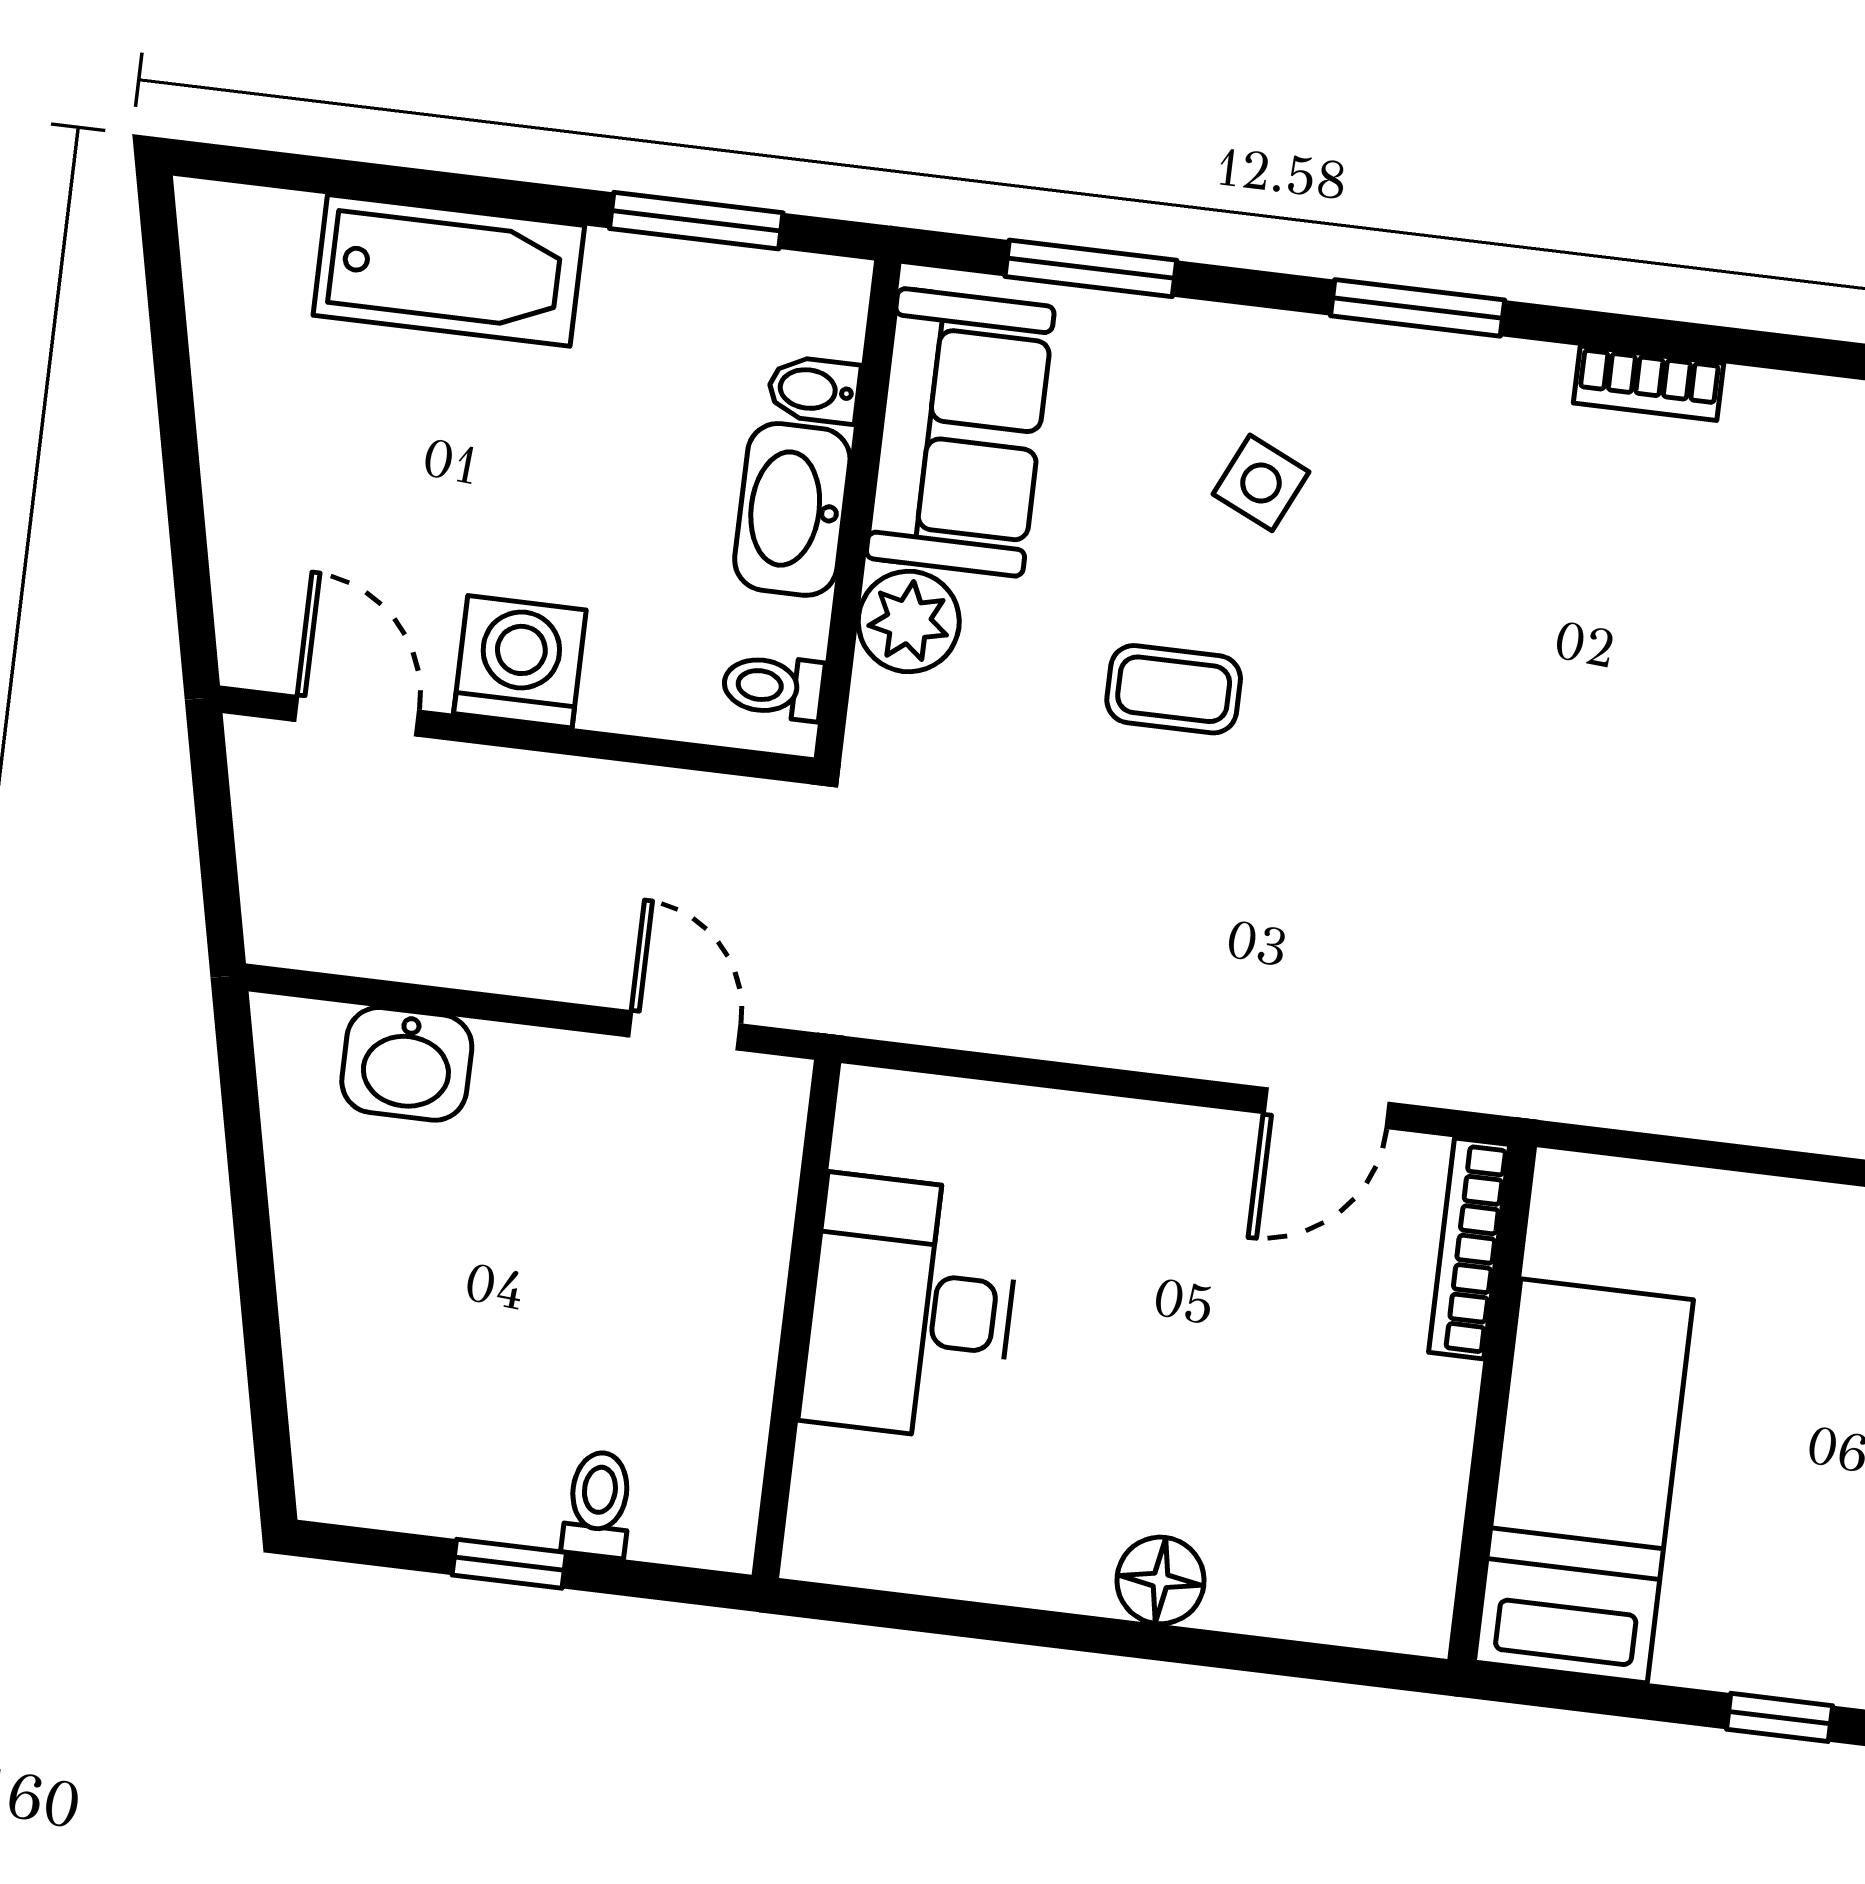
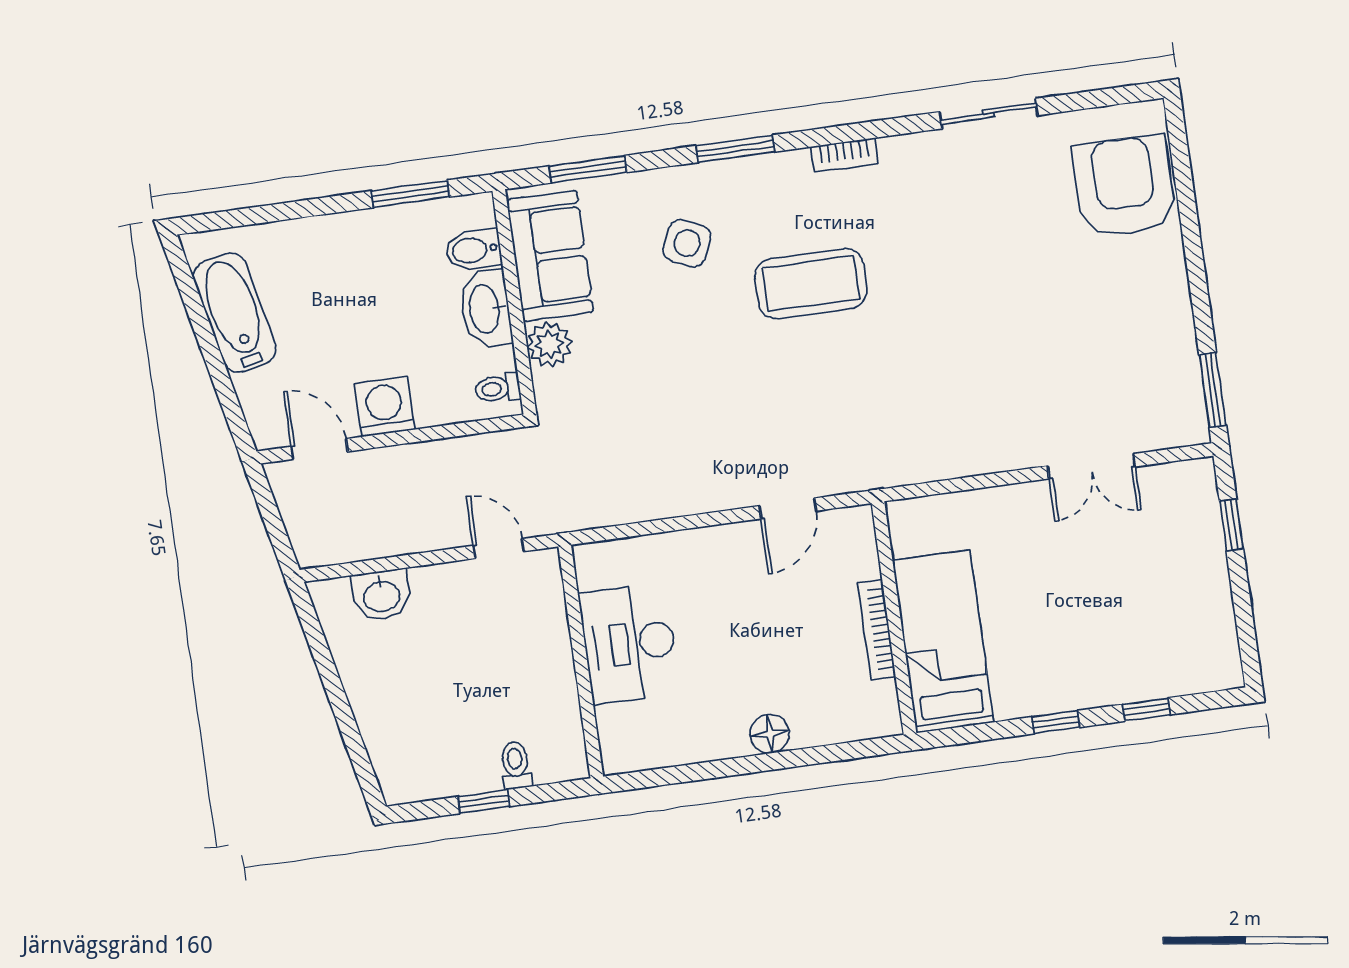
bathtub: (449, 270) -> (235, 313), moved, turned -102
bidet: (814, 390) -> (473, 250), width x1.38, depth x1.36
side table: (1261, 483) -> (687, 243), width x1.37, depth x1.37
coffee table: (1174, 689) -> (811, 284), moved, width x1.86, depth x1.72
bookcase: (1469, 1248) -> (877, 630), moved

